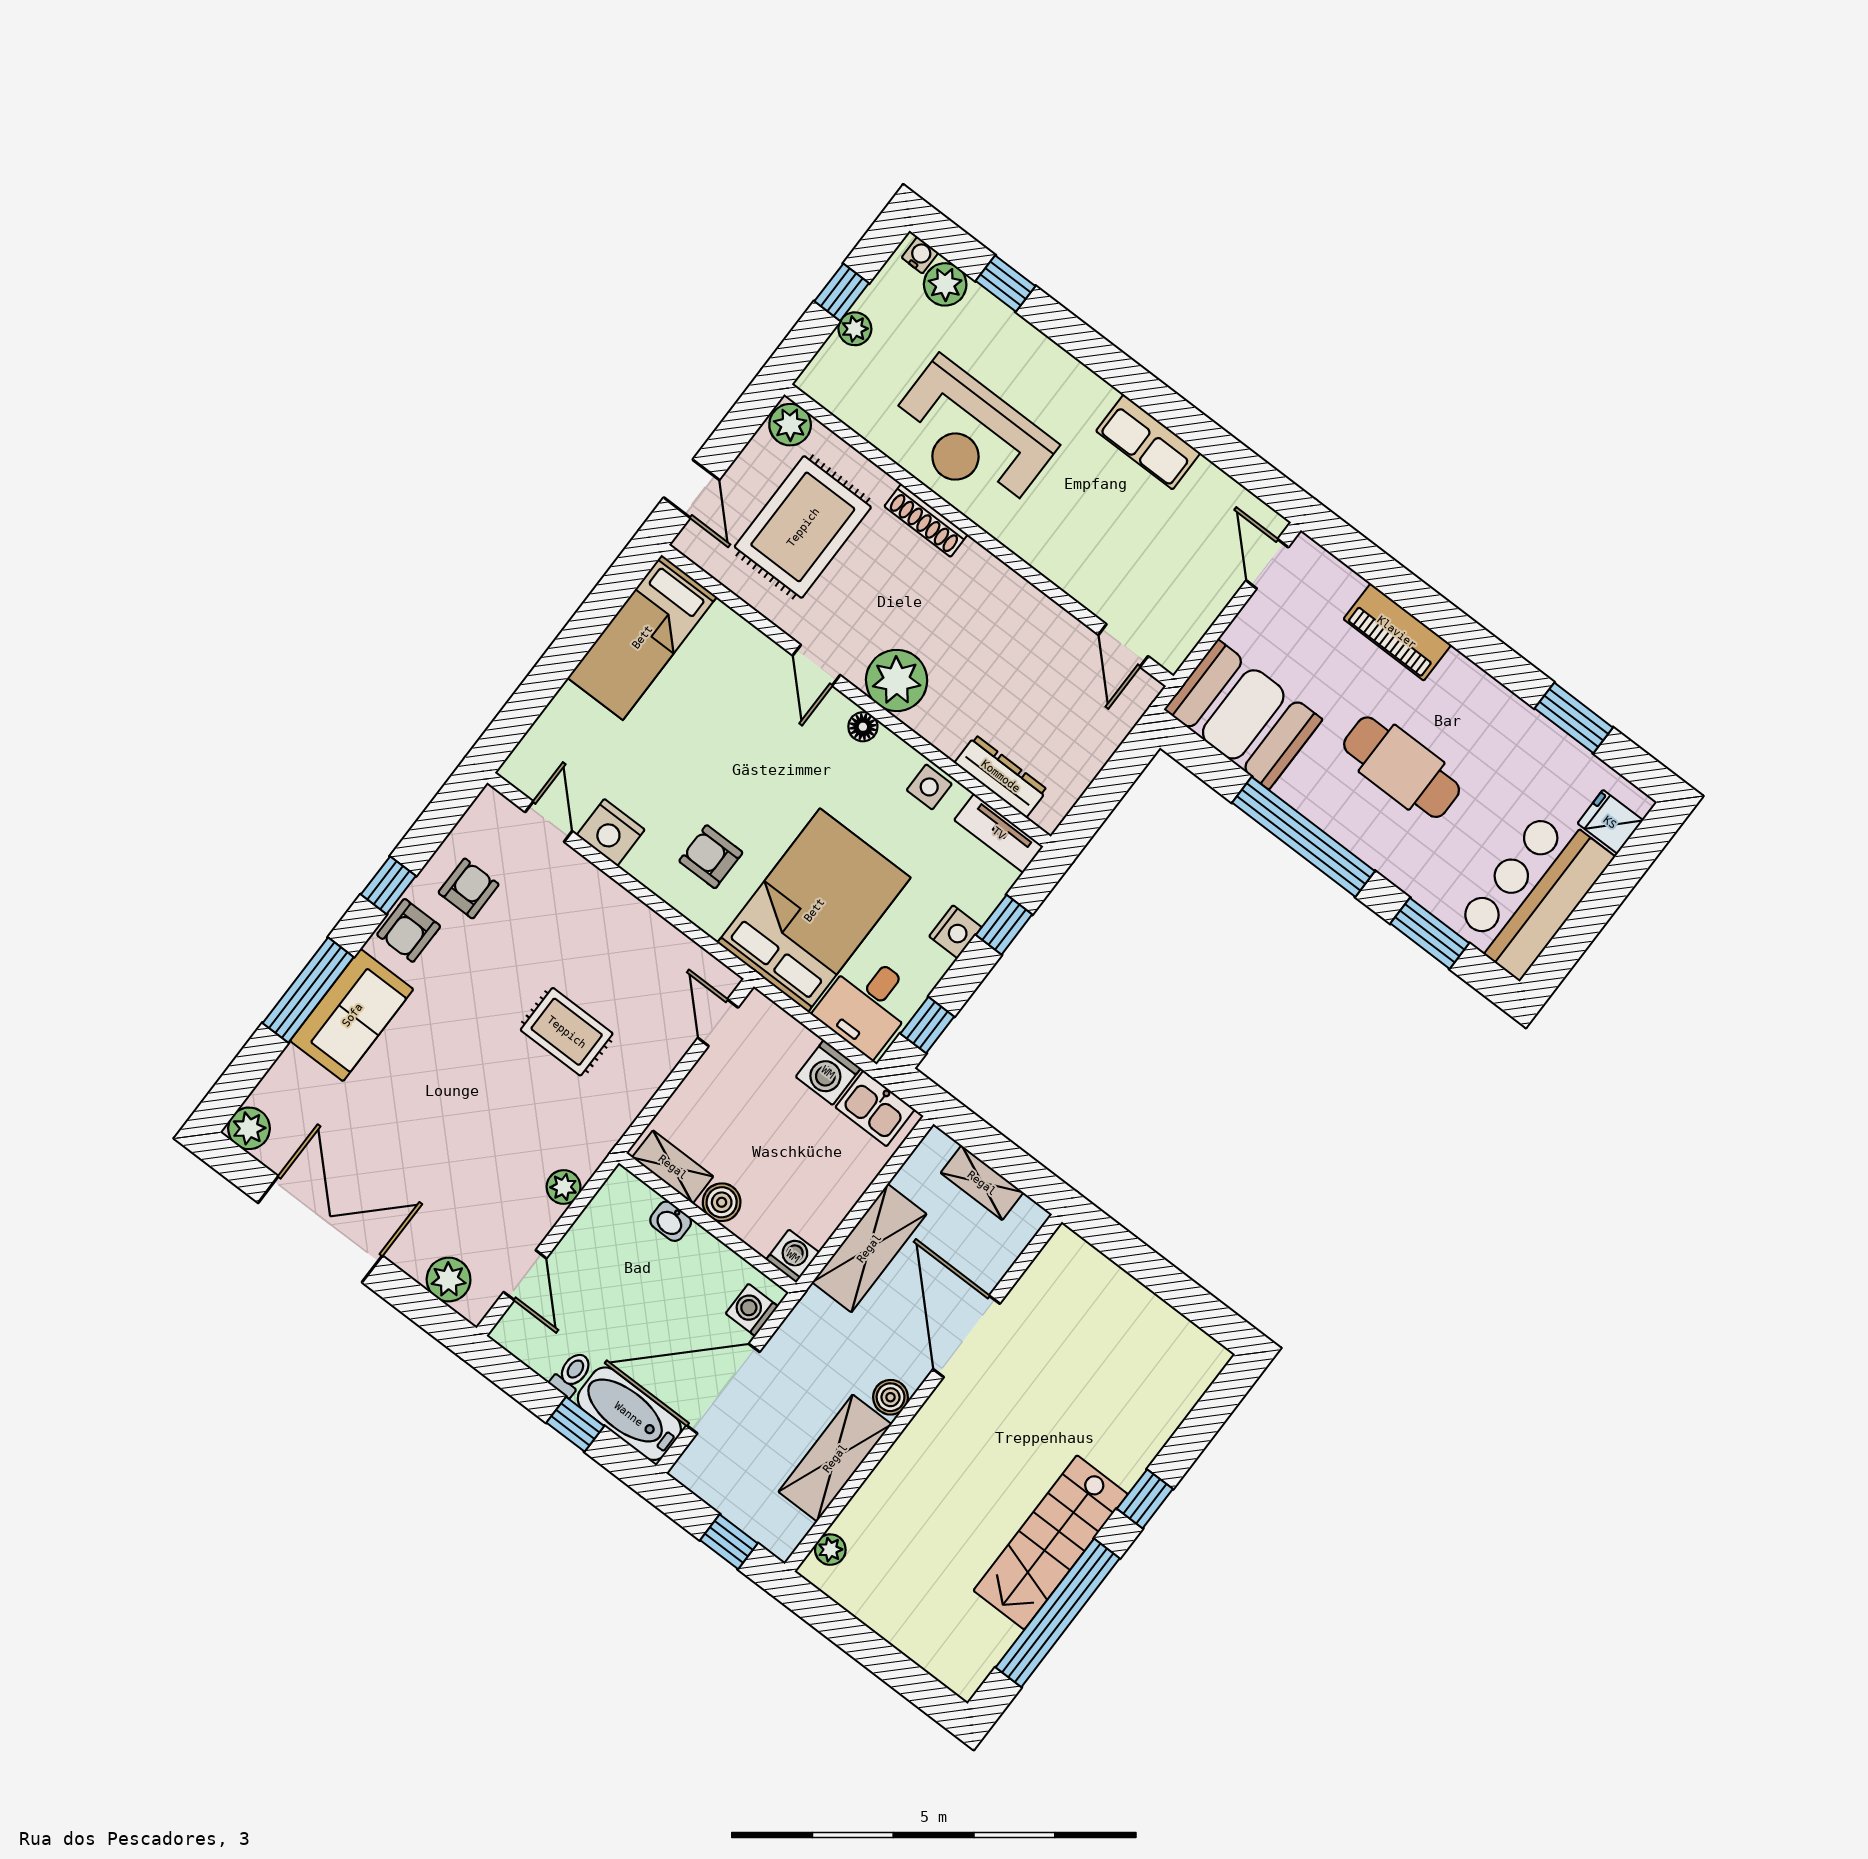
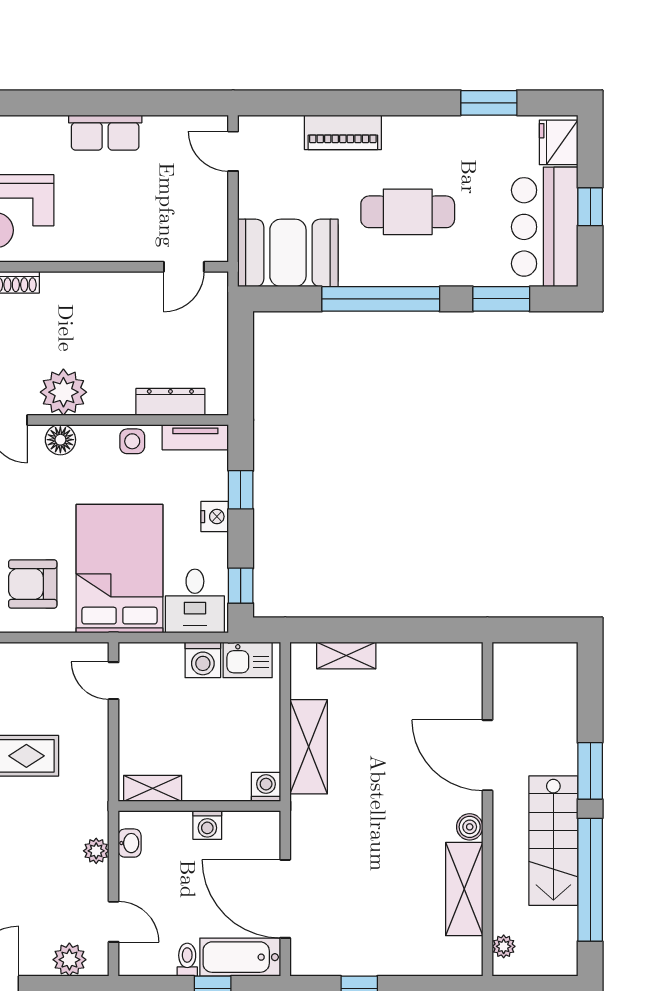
door: (1123, 646) -> (184, 267), hinge flipped
floor lamp: (863, 727) -> (60, 440), width x1.37, depth x1.37
fridge: (1610, 822) -> (559, 142), width x1.38
armchair: (711, 857) -> (33, 584), width x1.38, depth x1.38
window: (1597, 908) -> (590, 207), added
boiler: (722, 1202) -> (198, 787), removed
washbasin: (671, 1221) -> (130, 843), moved, turned -90
washing machine: (752, 1310) -> (207, 825), moved, turned -90
door: (966, 1336) -> (487, 755), moved
door: (723, 1389) -> (285, 899), hinge flipped
wall: (923, 1393) -> (487, 809), moved
boiler: (891, 1397) -> (470, 827), moved
shelving: (835, 1458) -> (464, 889), moved
window: (1145, 1499) -> (590, 771), width x1.50
plant: (830, 1550) -> (504, 946), moved

